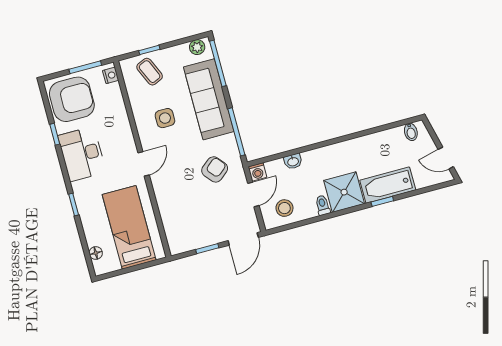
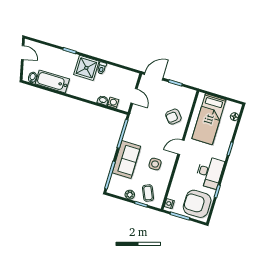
plant: (197, 47) -> (130, 195), moved
sofa: (209, 99) -> (126, 160), width x0.73
armchair: (215, 169) -> (173, 117), moved
washing machine: (257, 172) -> (113, 103), moved
bathtub: (388, 185) -> (52, 81), moved, turned 180
door: (253, 194) -> (134, 96), swing flipped
stool: (284, 208) -> (122, 79), removed

